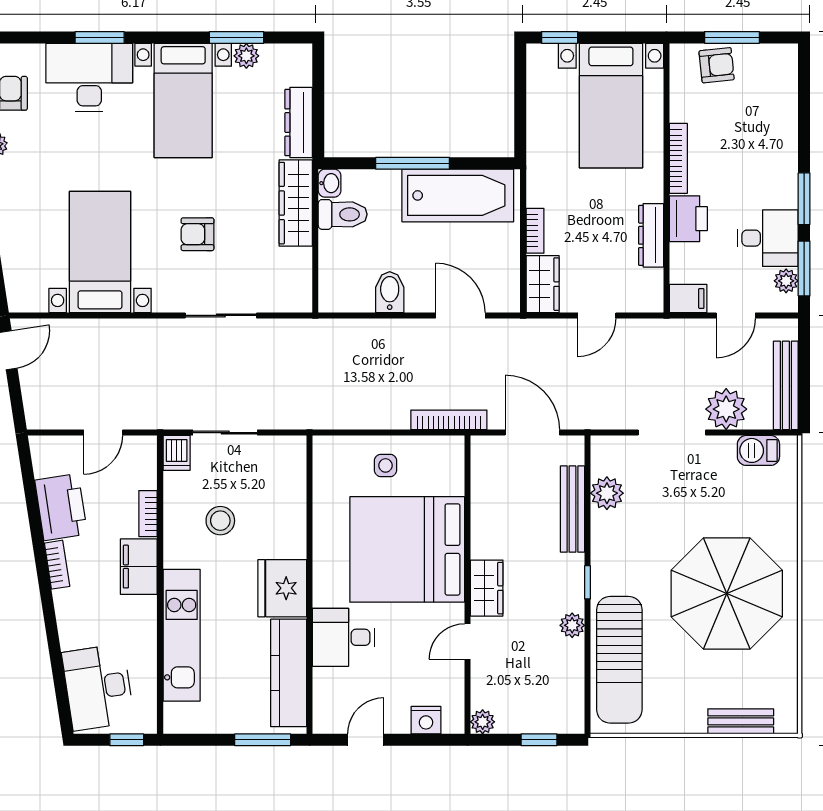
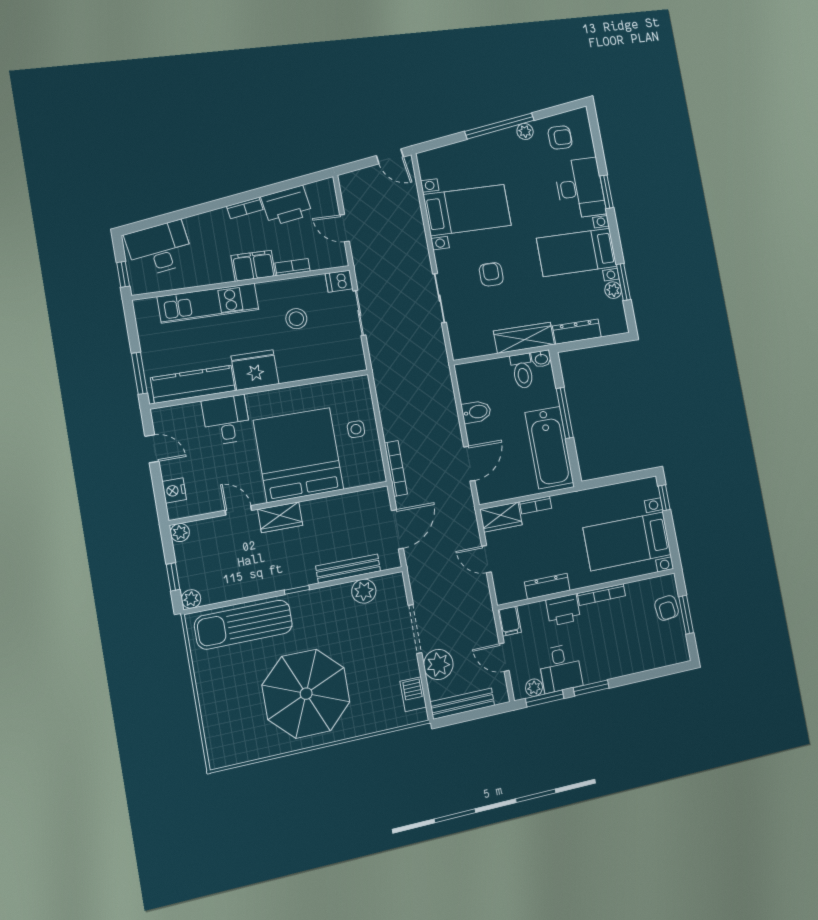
plant: (572, 625) -> (191, 599), moved
bench: (741, 721) -> (212, 725), removed

